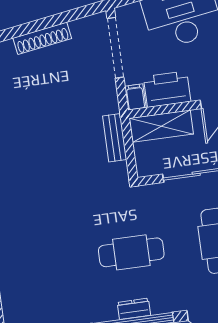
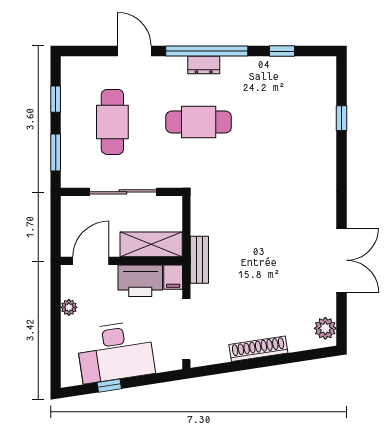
bench: (115, 138) -> (199, 260), moved

